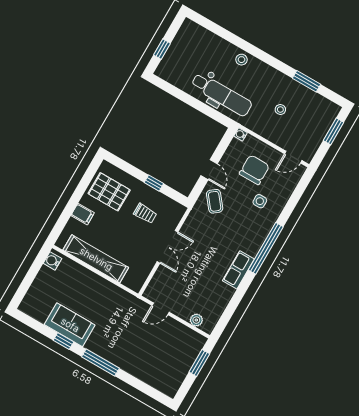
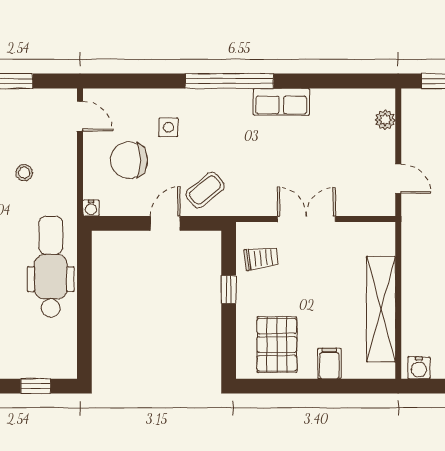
trolley: (145, 213) -> (261, 258), moved, turned 83

